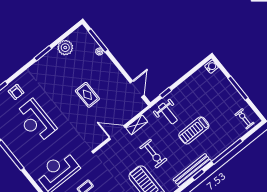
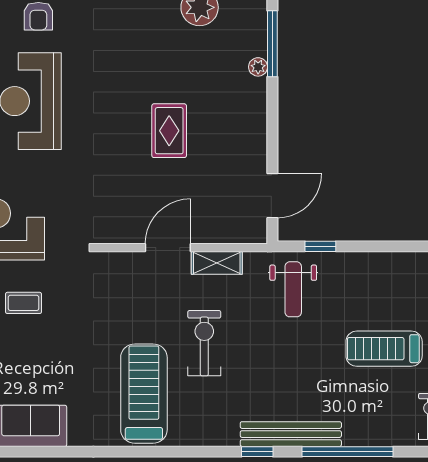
treadmill: (194, 130) -> (384, 349), moved
door: (117, 133) -> (168, 248), hinge flipped
exercise bike: (153, 154) -> (204, 343), turned 180
bench: (192, 170) -> (291, 434), moved

